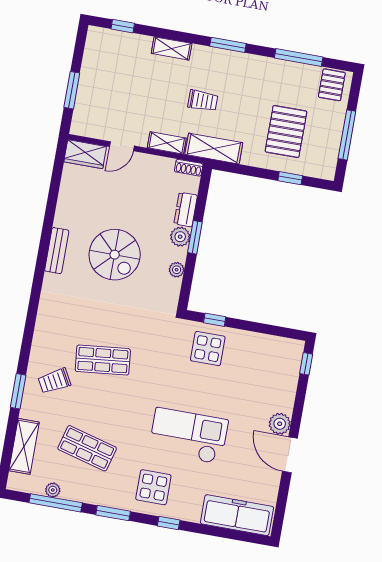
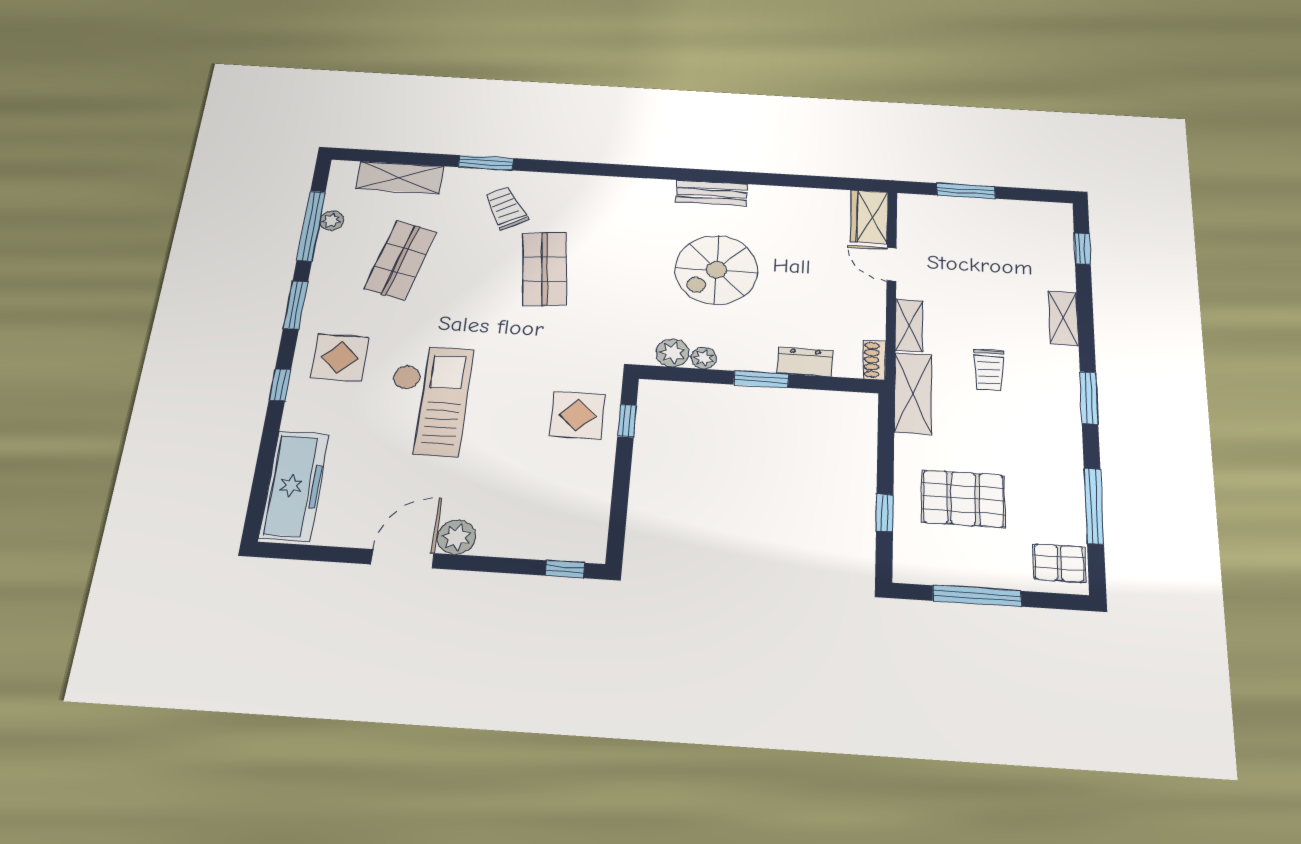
plant: (180, 237) -> (673, 353), moved

